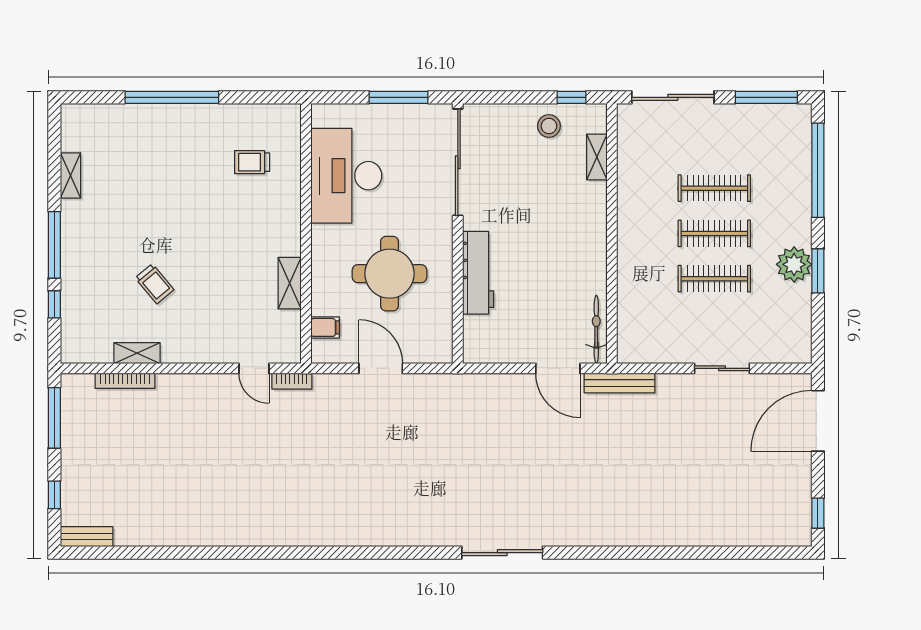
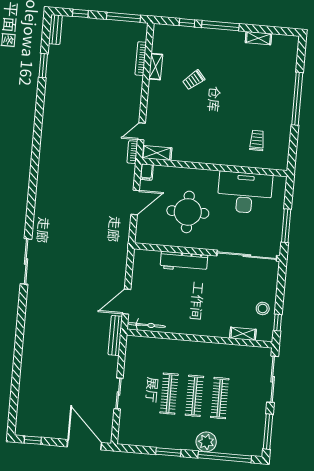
plant: (794, 264) -> (206, 442), moved
shelving: (290, 283) -> (157, 153), moved
filing cabinet: (325, 327) -> (147, 172), moved
window: (152, 553) -> (43, 66), added

